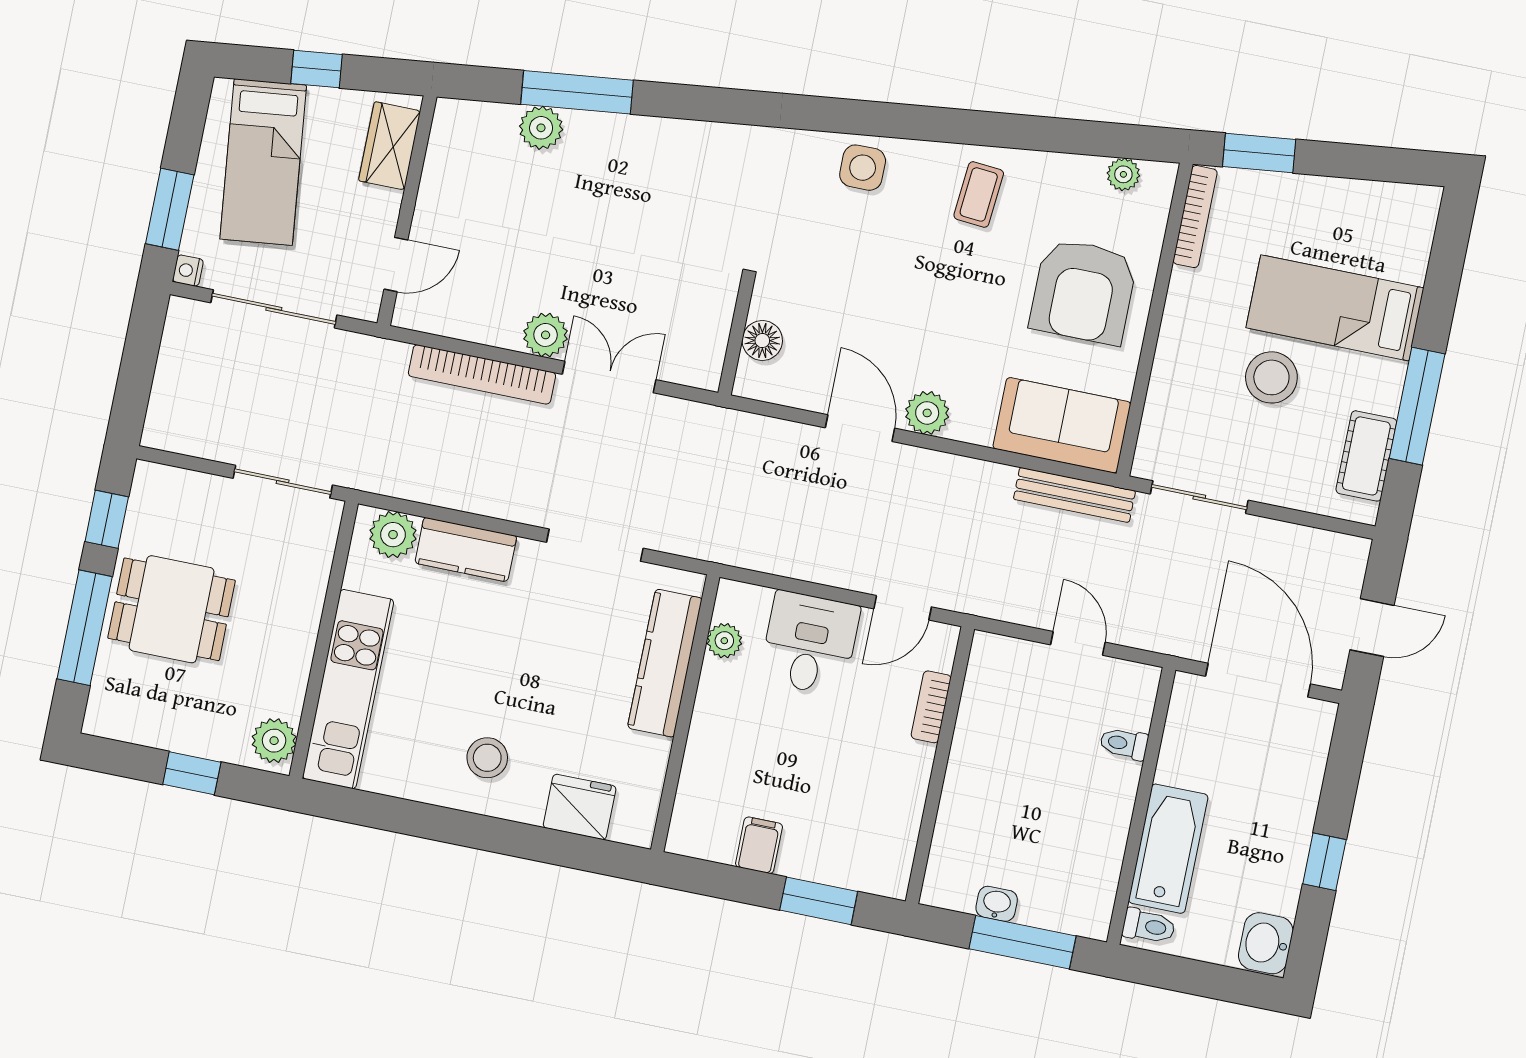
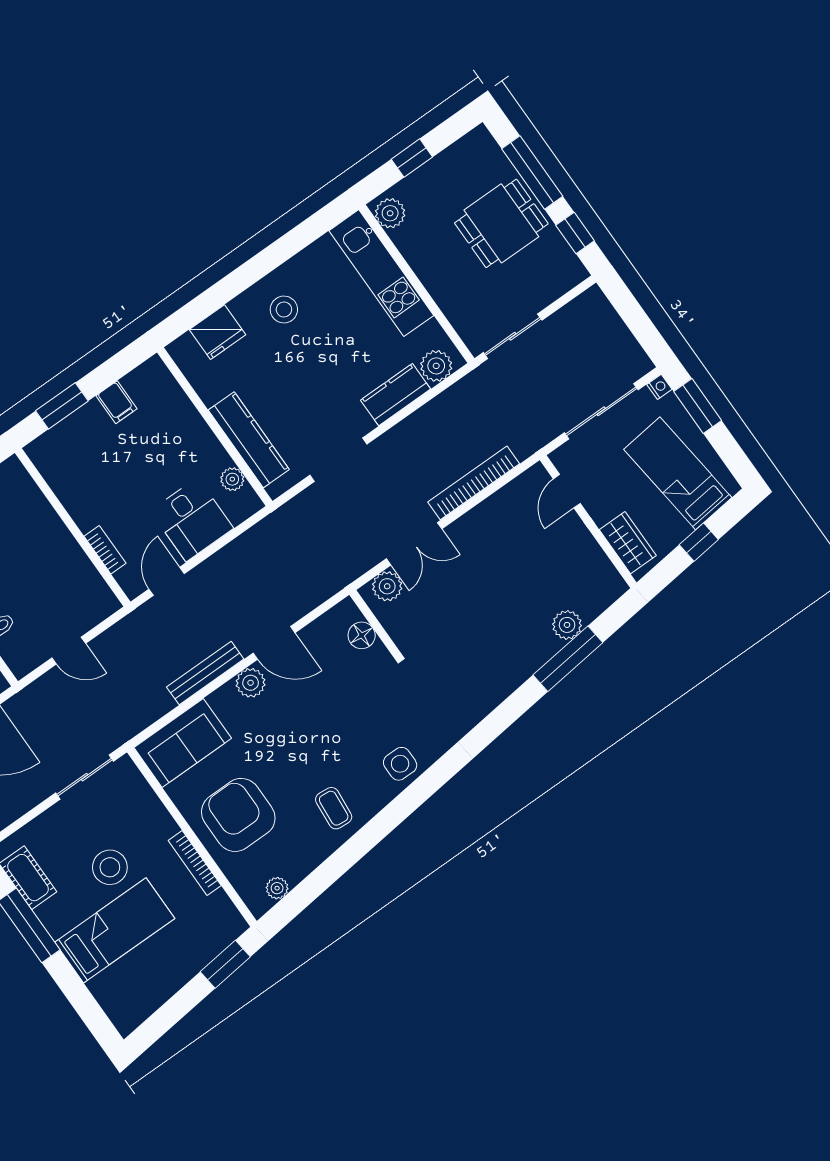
bookcase: (1195, 217) -> (195, 863), moved
plant: (546, 335) -> (387, 586), moved
bench: (1074, 495) -> (205, 673), moved

